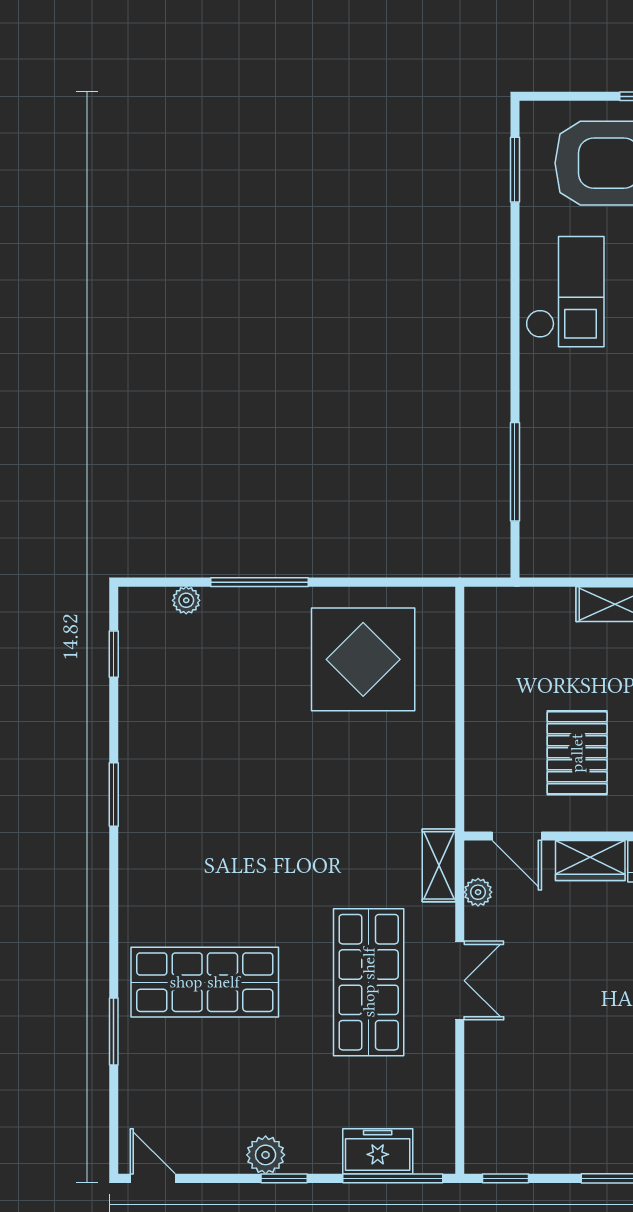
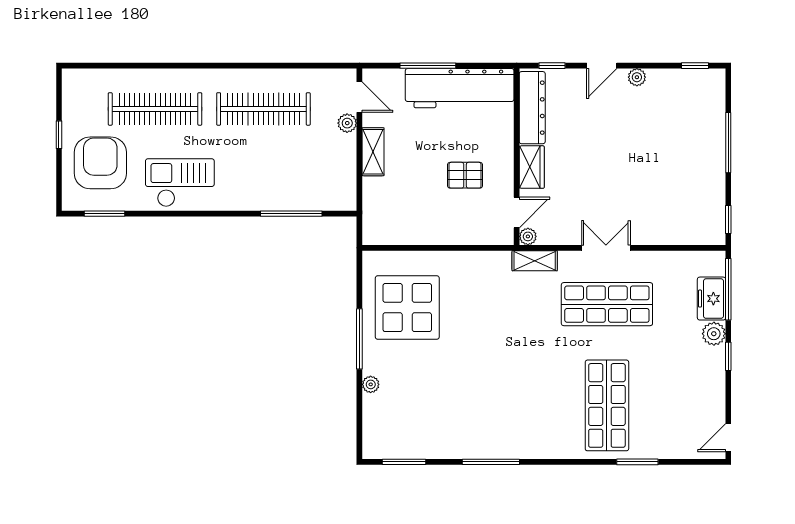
window: (259, 582) -> (359, 339), moved
plant: (186, 600) -> (371, 384), moved
window: (114, 654) -> (404, 462), width x1.50
pallet: (577, 753) -> (465, 175), width x0.67, depth x0.71
window: (114, 795) -> (491, 462), width x1.44
plant: (478, 892) -> (528, 236), moved
plant: (266, 1155) -> (714, 334), moved

